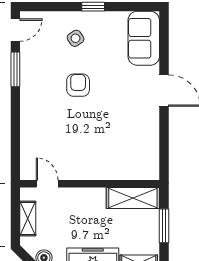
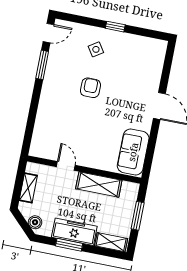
sofa: (144, 38) -> (133, 152), moved
door: (47, 184) -> (66, 166), moved
shelving: (133, 198) -> (99, 185), moved

